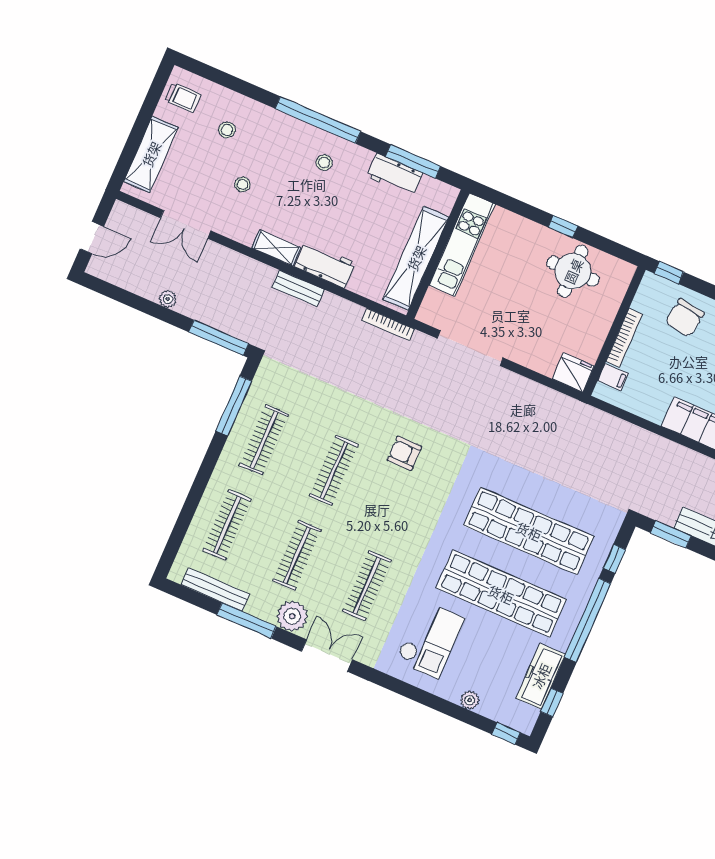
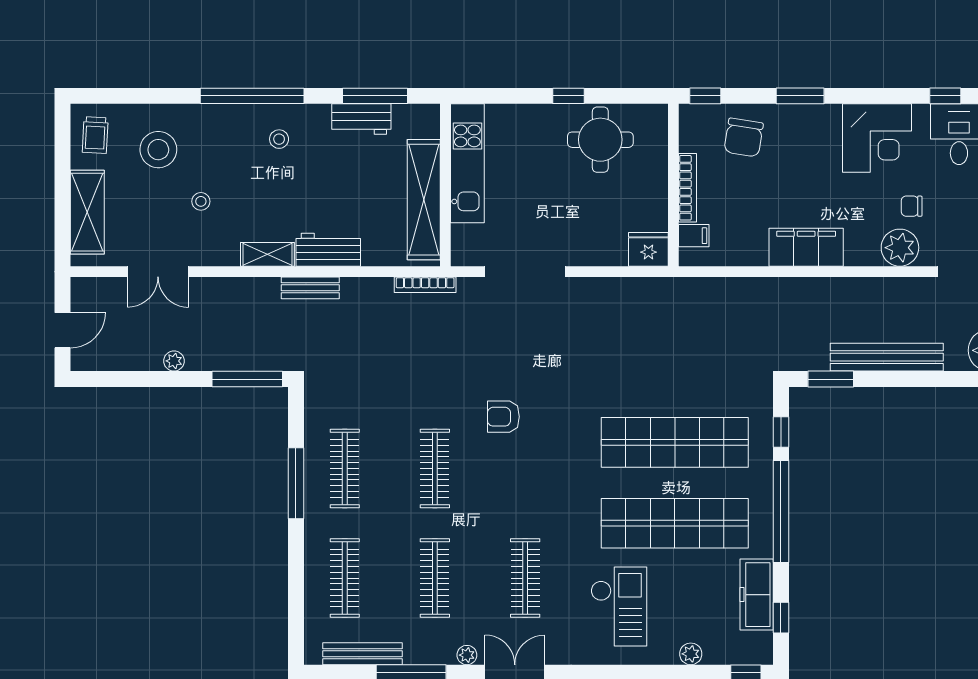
trolley: (183, 97) -> (95, 135), turned 93
stool: (227, 130) -> (158, 150), width x1.89, depth x1.89
window: (234, 406) -> (296, 483), moved
plant: (292, 616) -> (467, 655), width x0.53, depth x0.53

